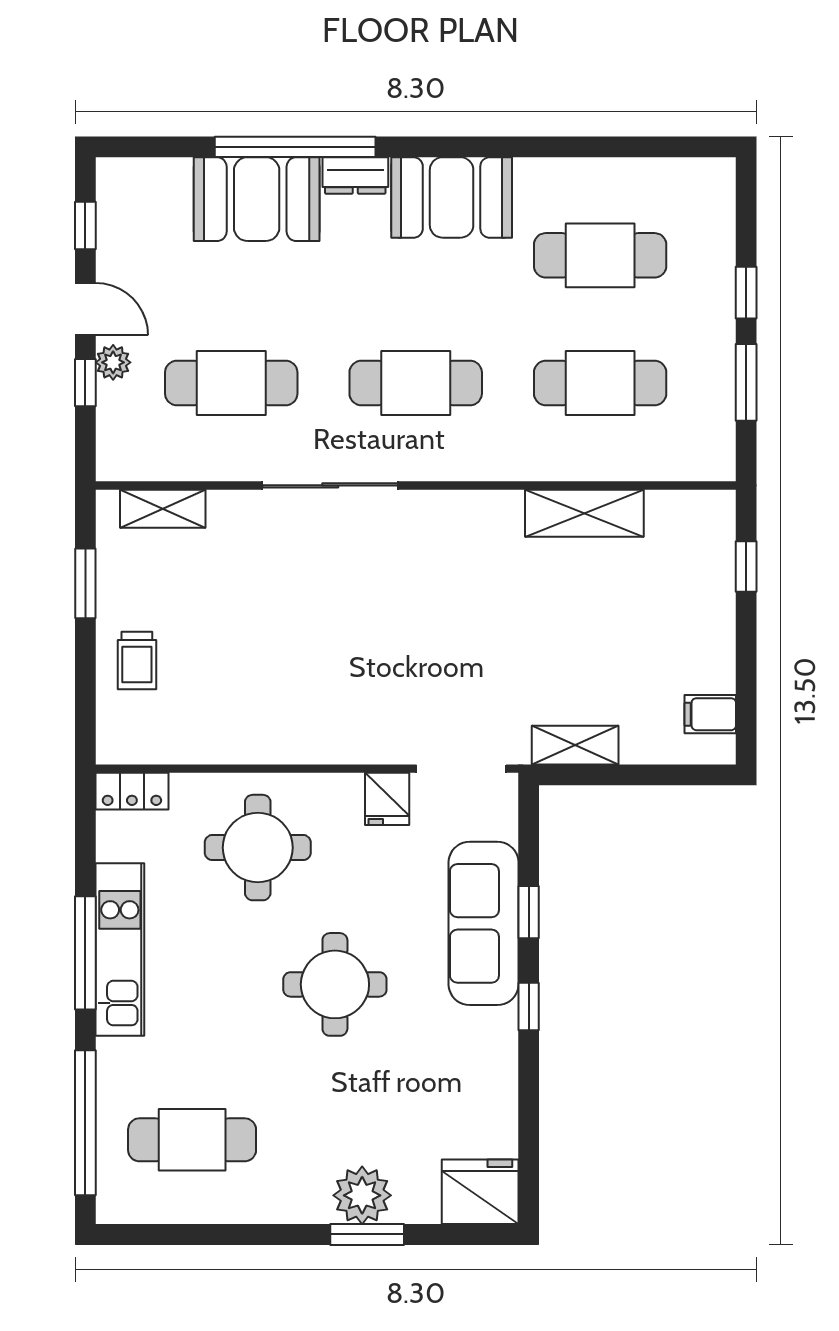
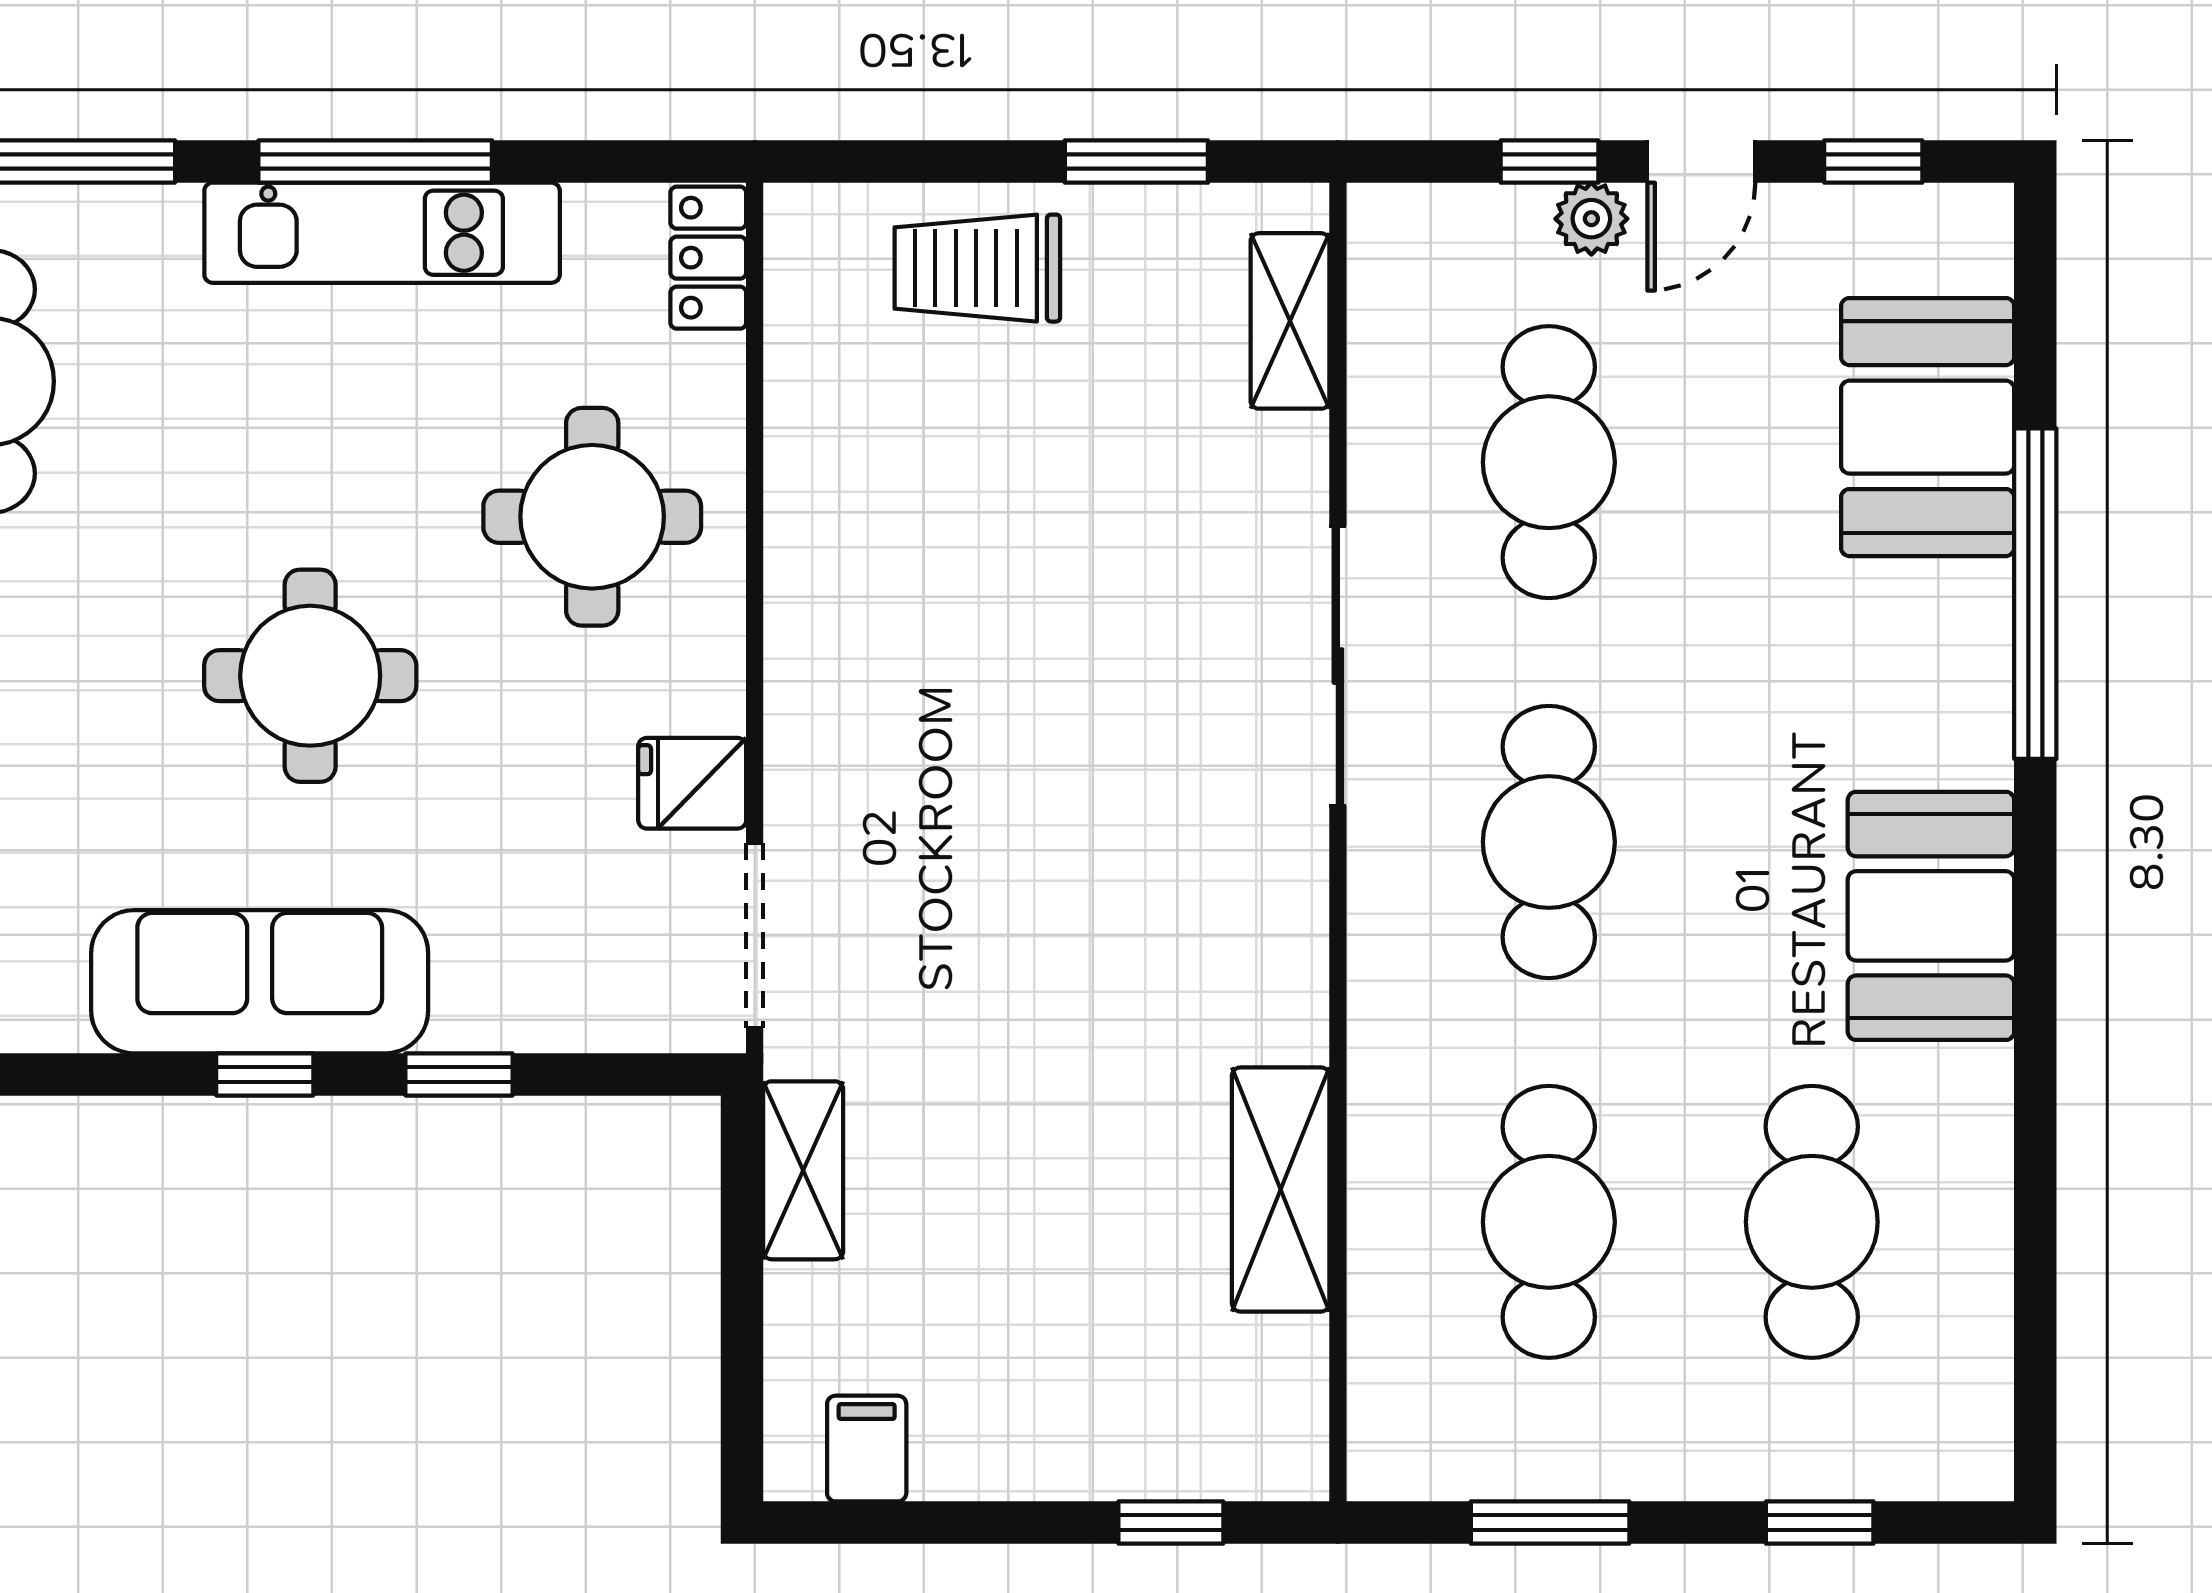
dresser: (355, 175) -> (1976, 718), removed
booth: (257, 199) -> (1928, 427), moved
window: (746, 293) -> (1820, 1523), moved
trolley: (137, 661) -> (977, 268), width x1.36, depth x1.39
sofa: (484, 923) -> (260, 982), moved

